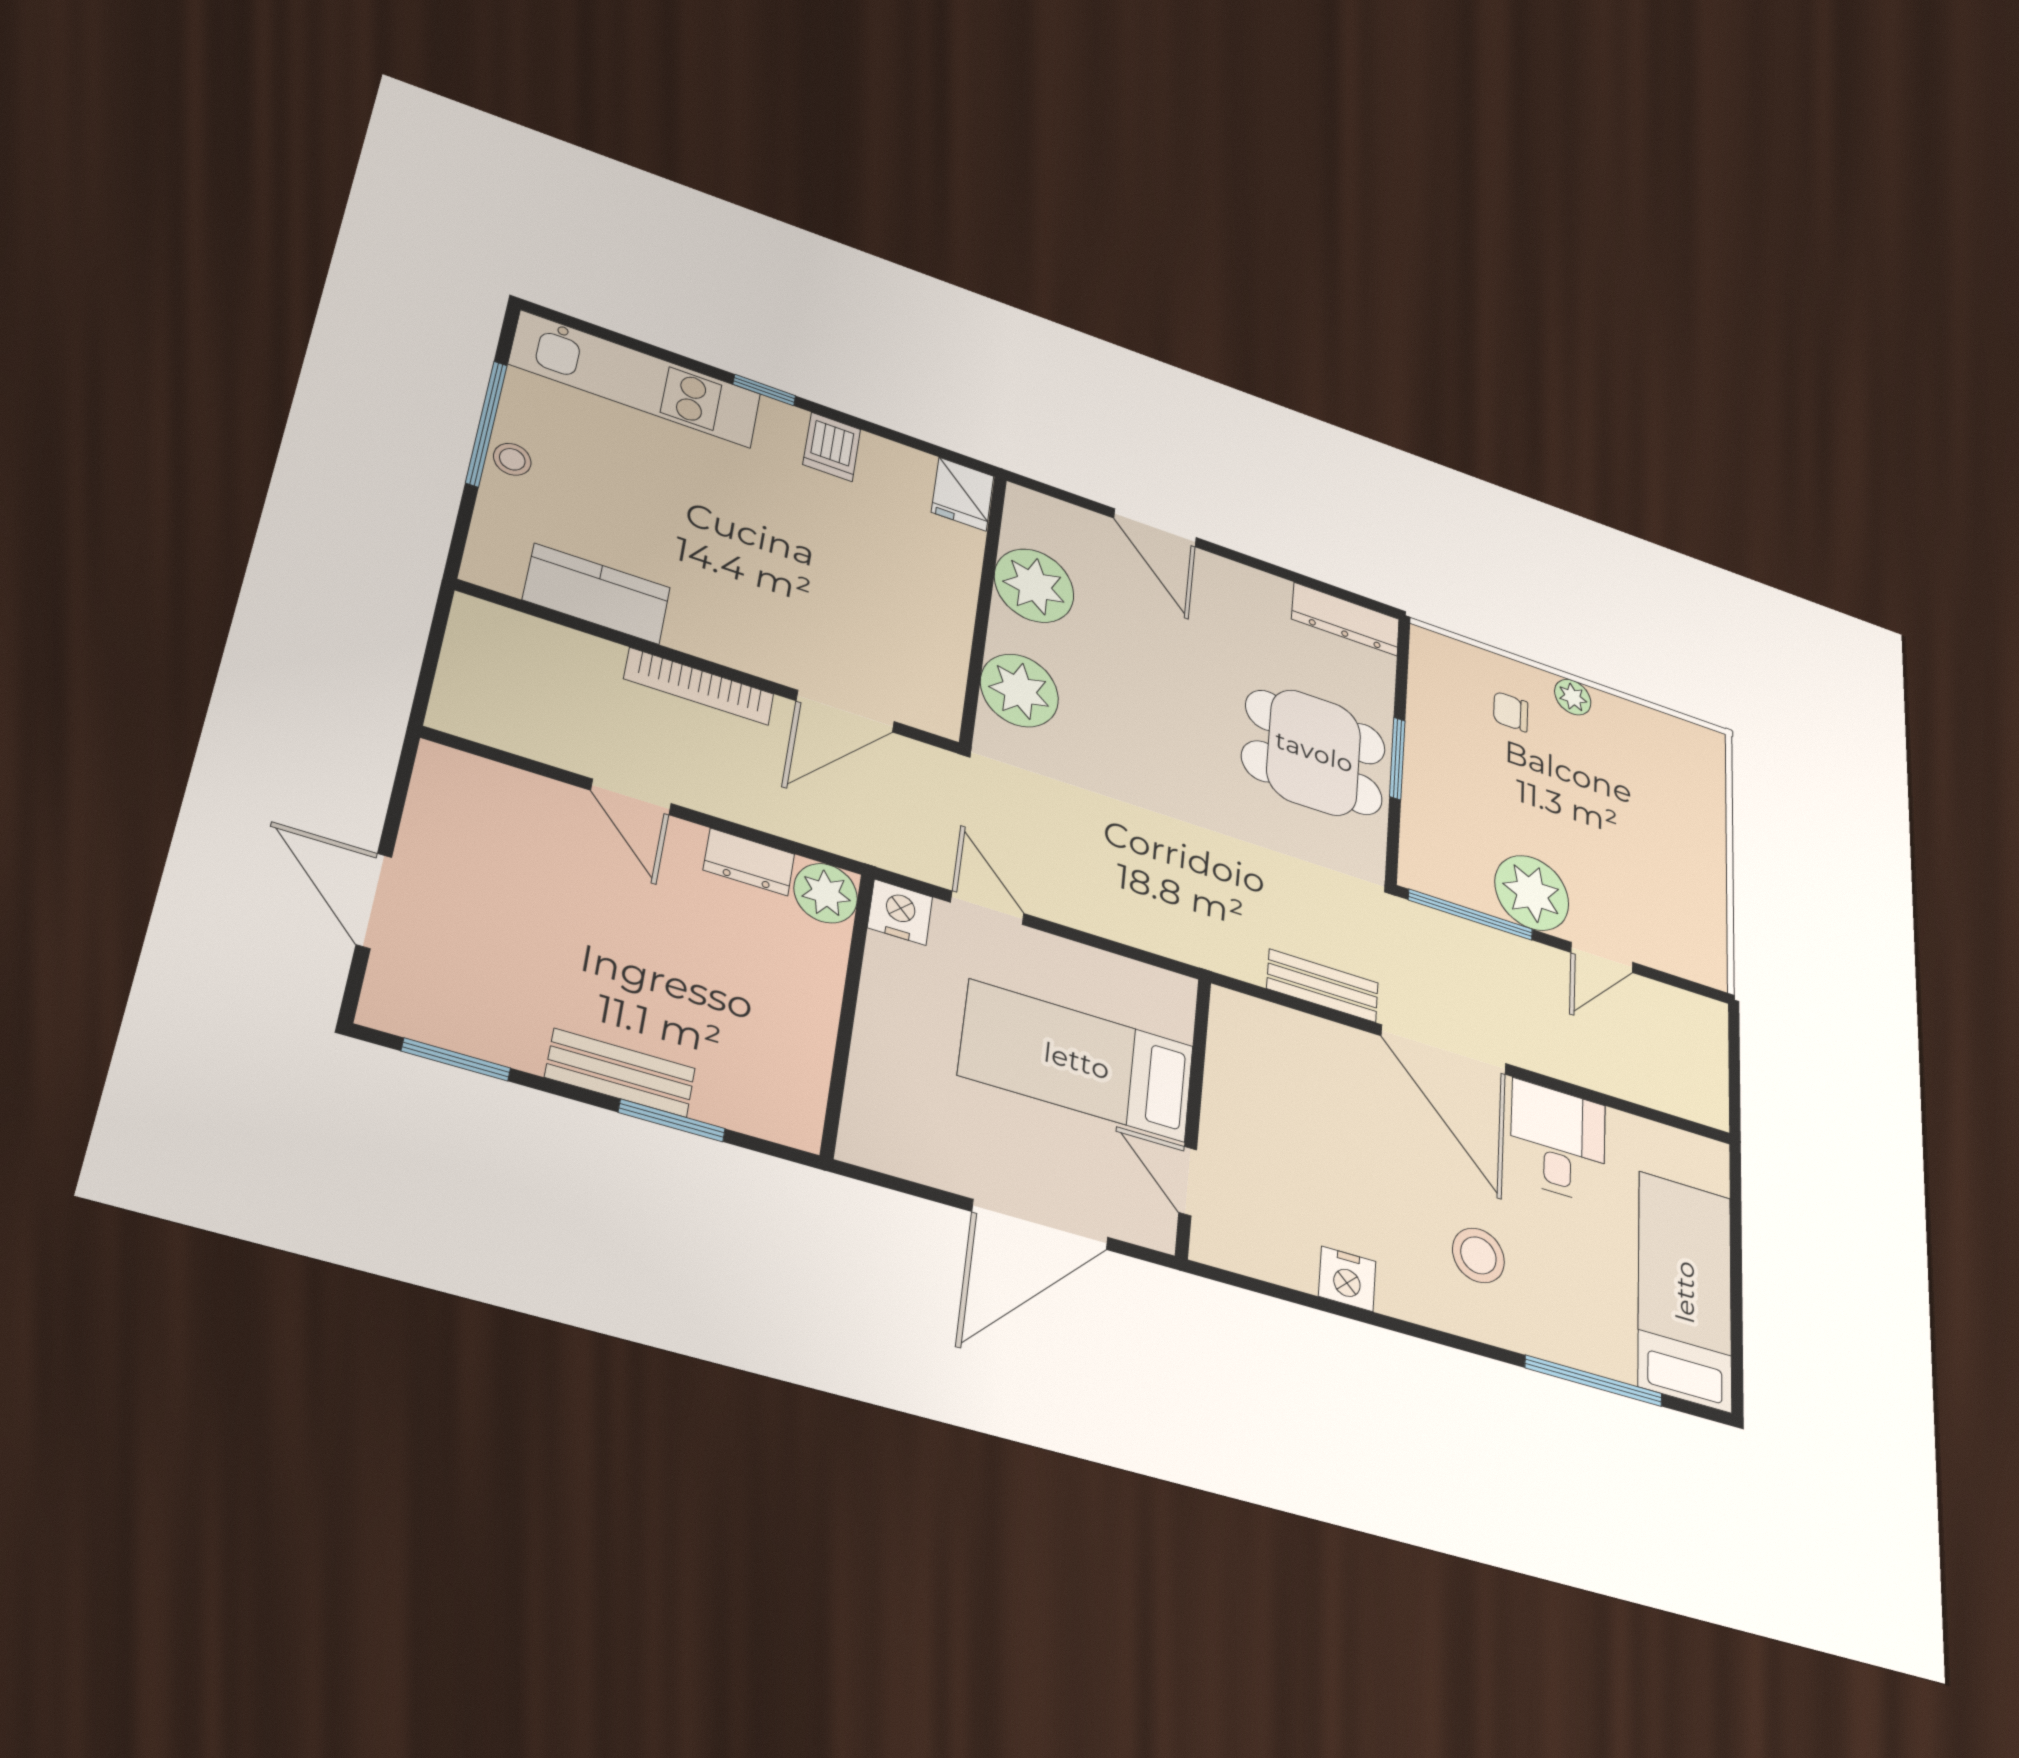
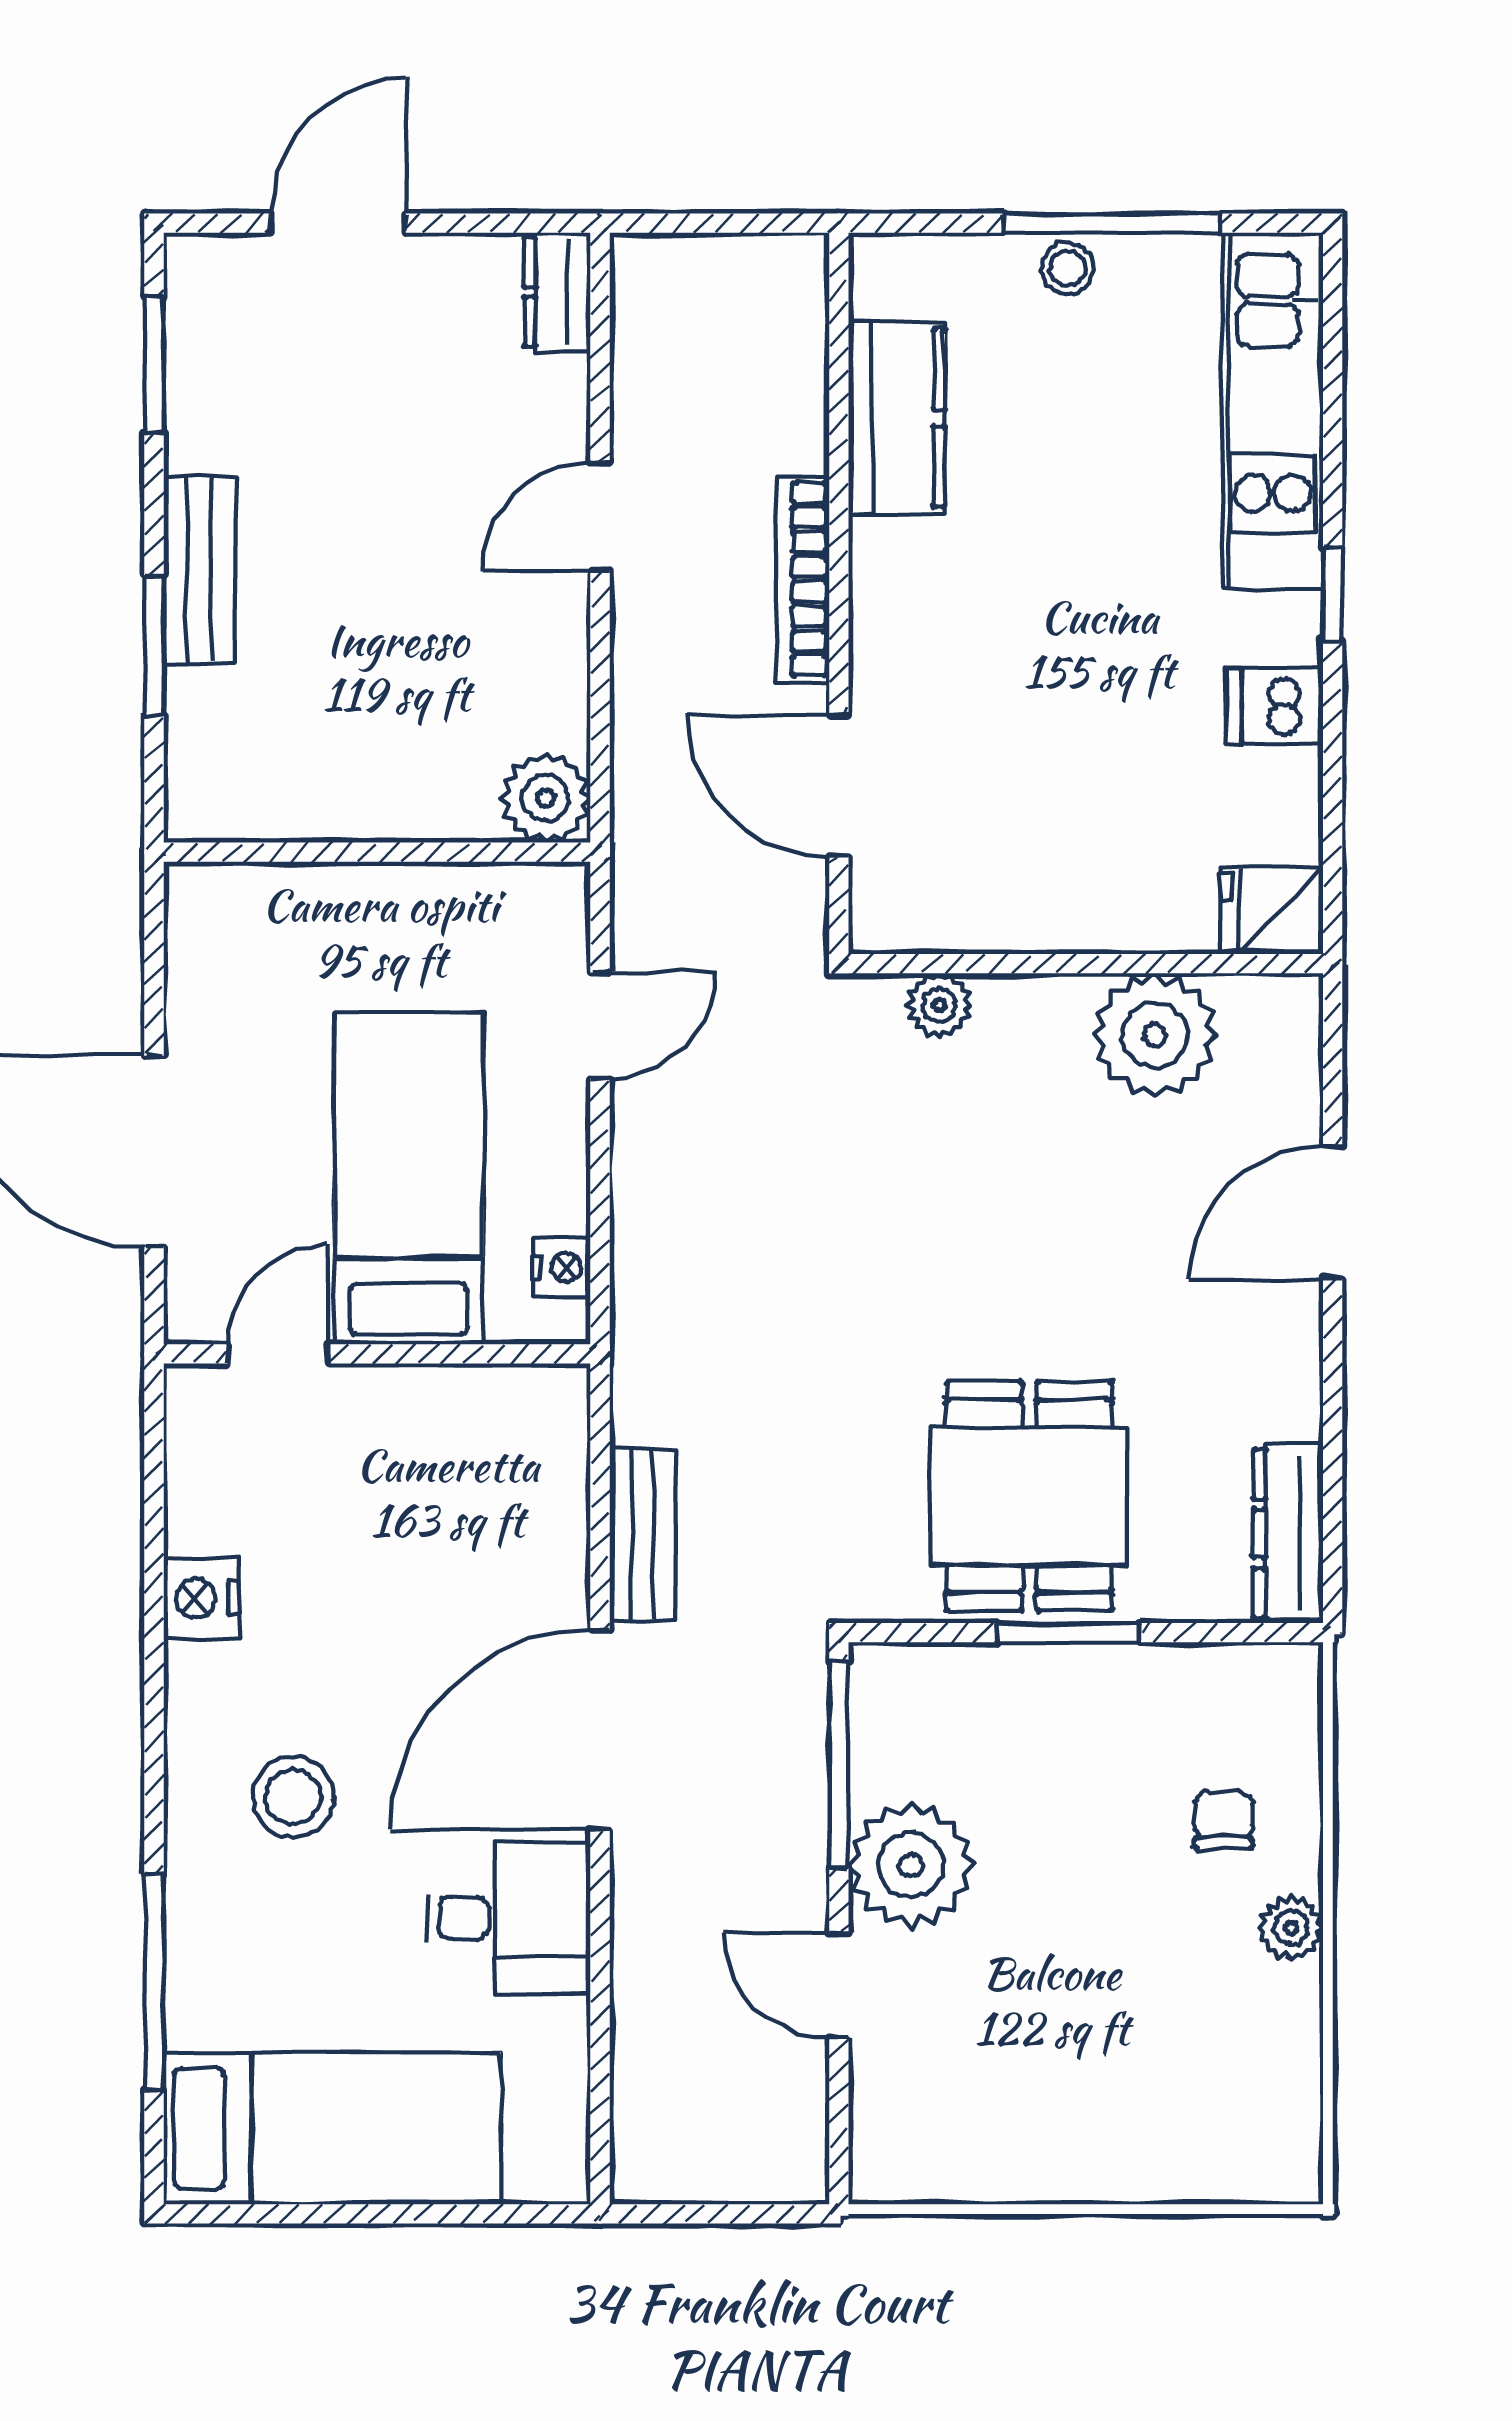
plant: (1019, 690) -> (939, 1005), width x0.53, depth x0.53
dresser: (749, 862) -> (557, 292), moved
nightstand: (900, 912) -> (562, 1267), moved, width x0.72, depth x0.74

